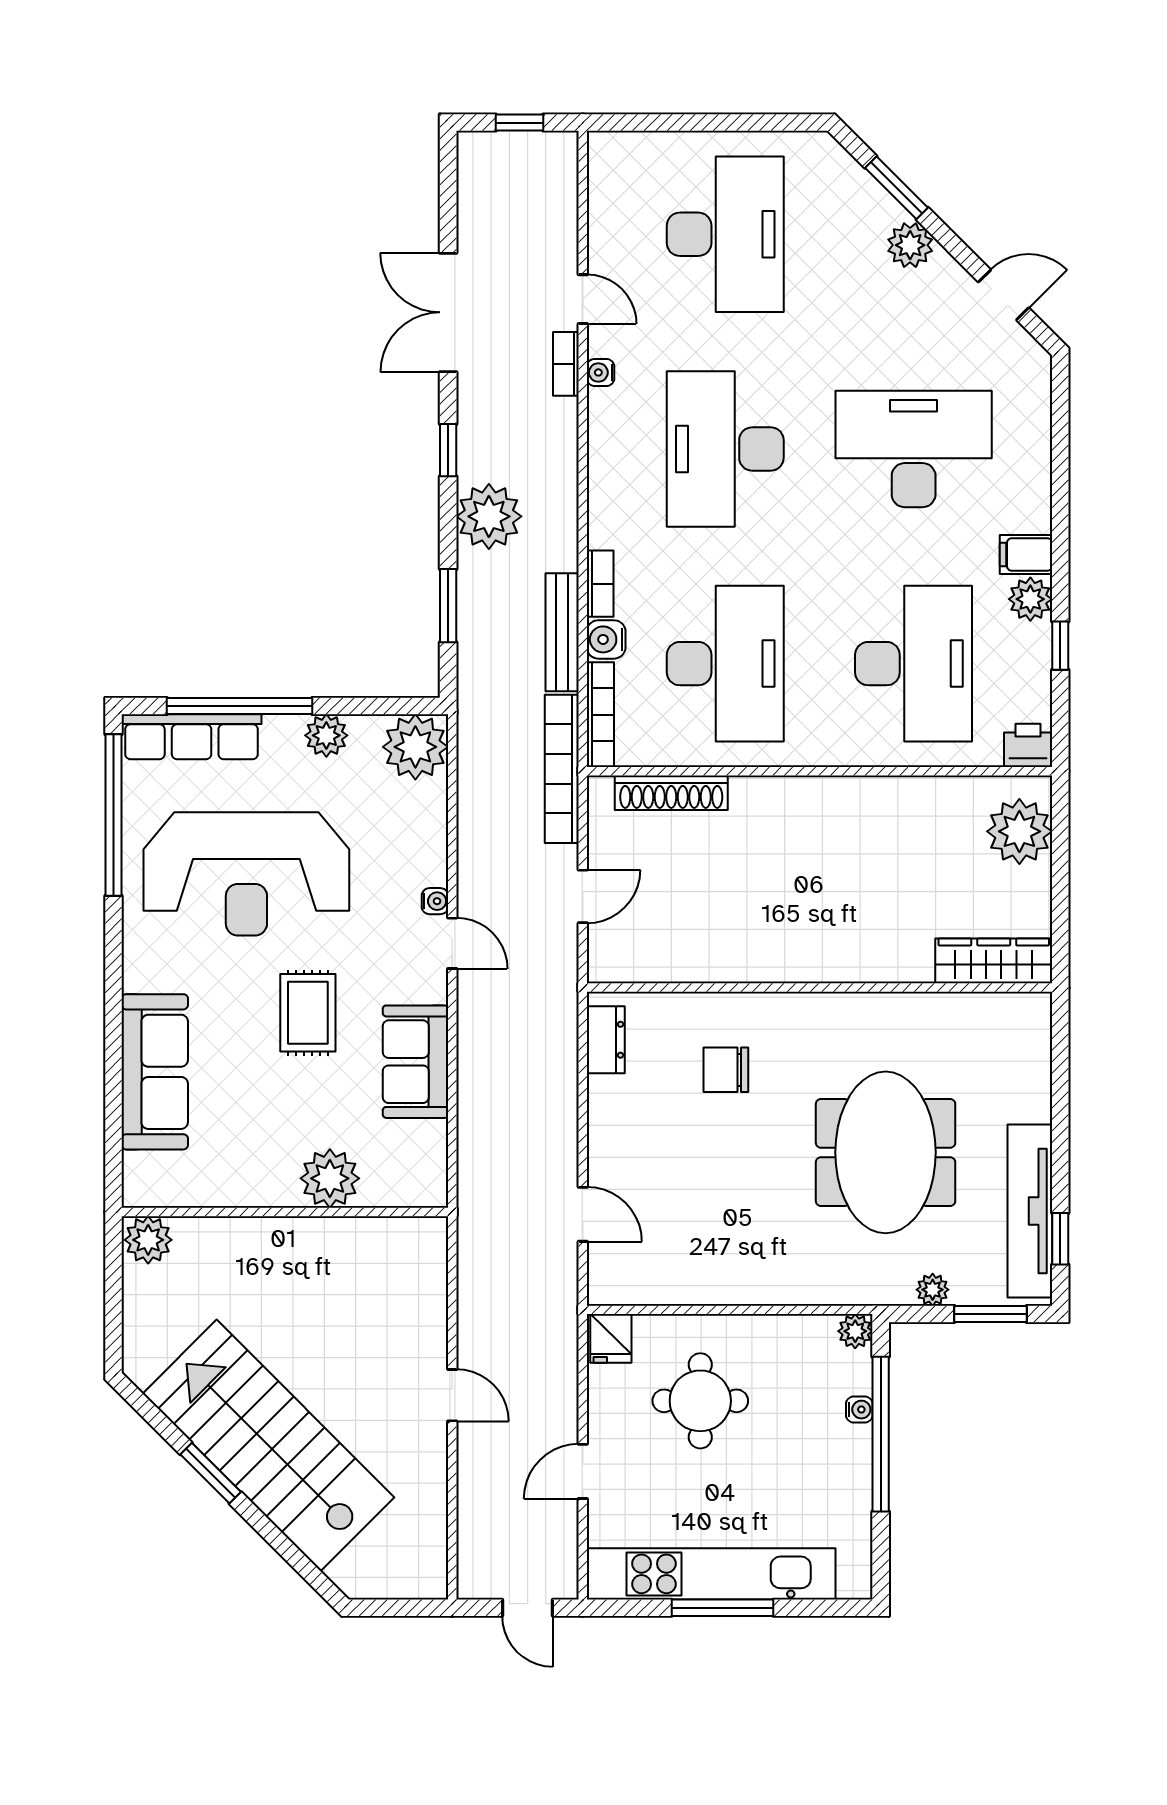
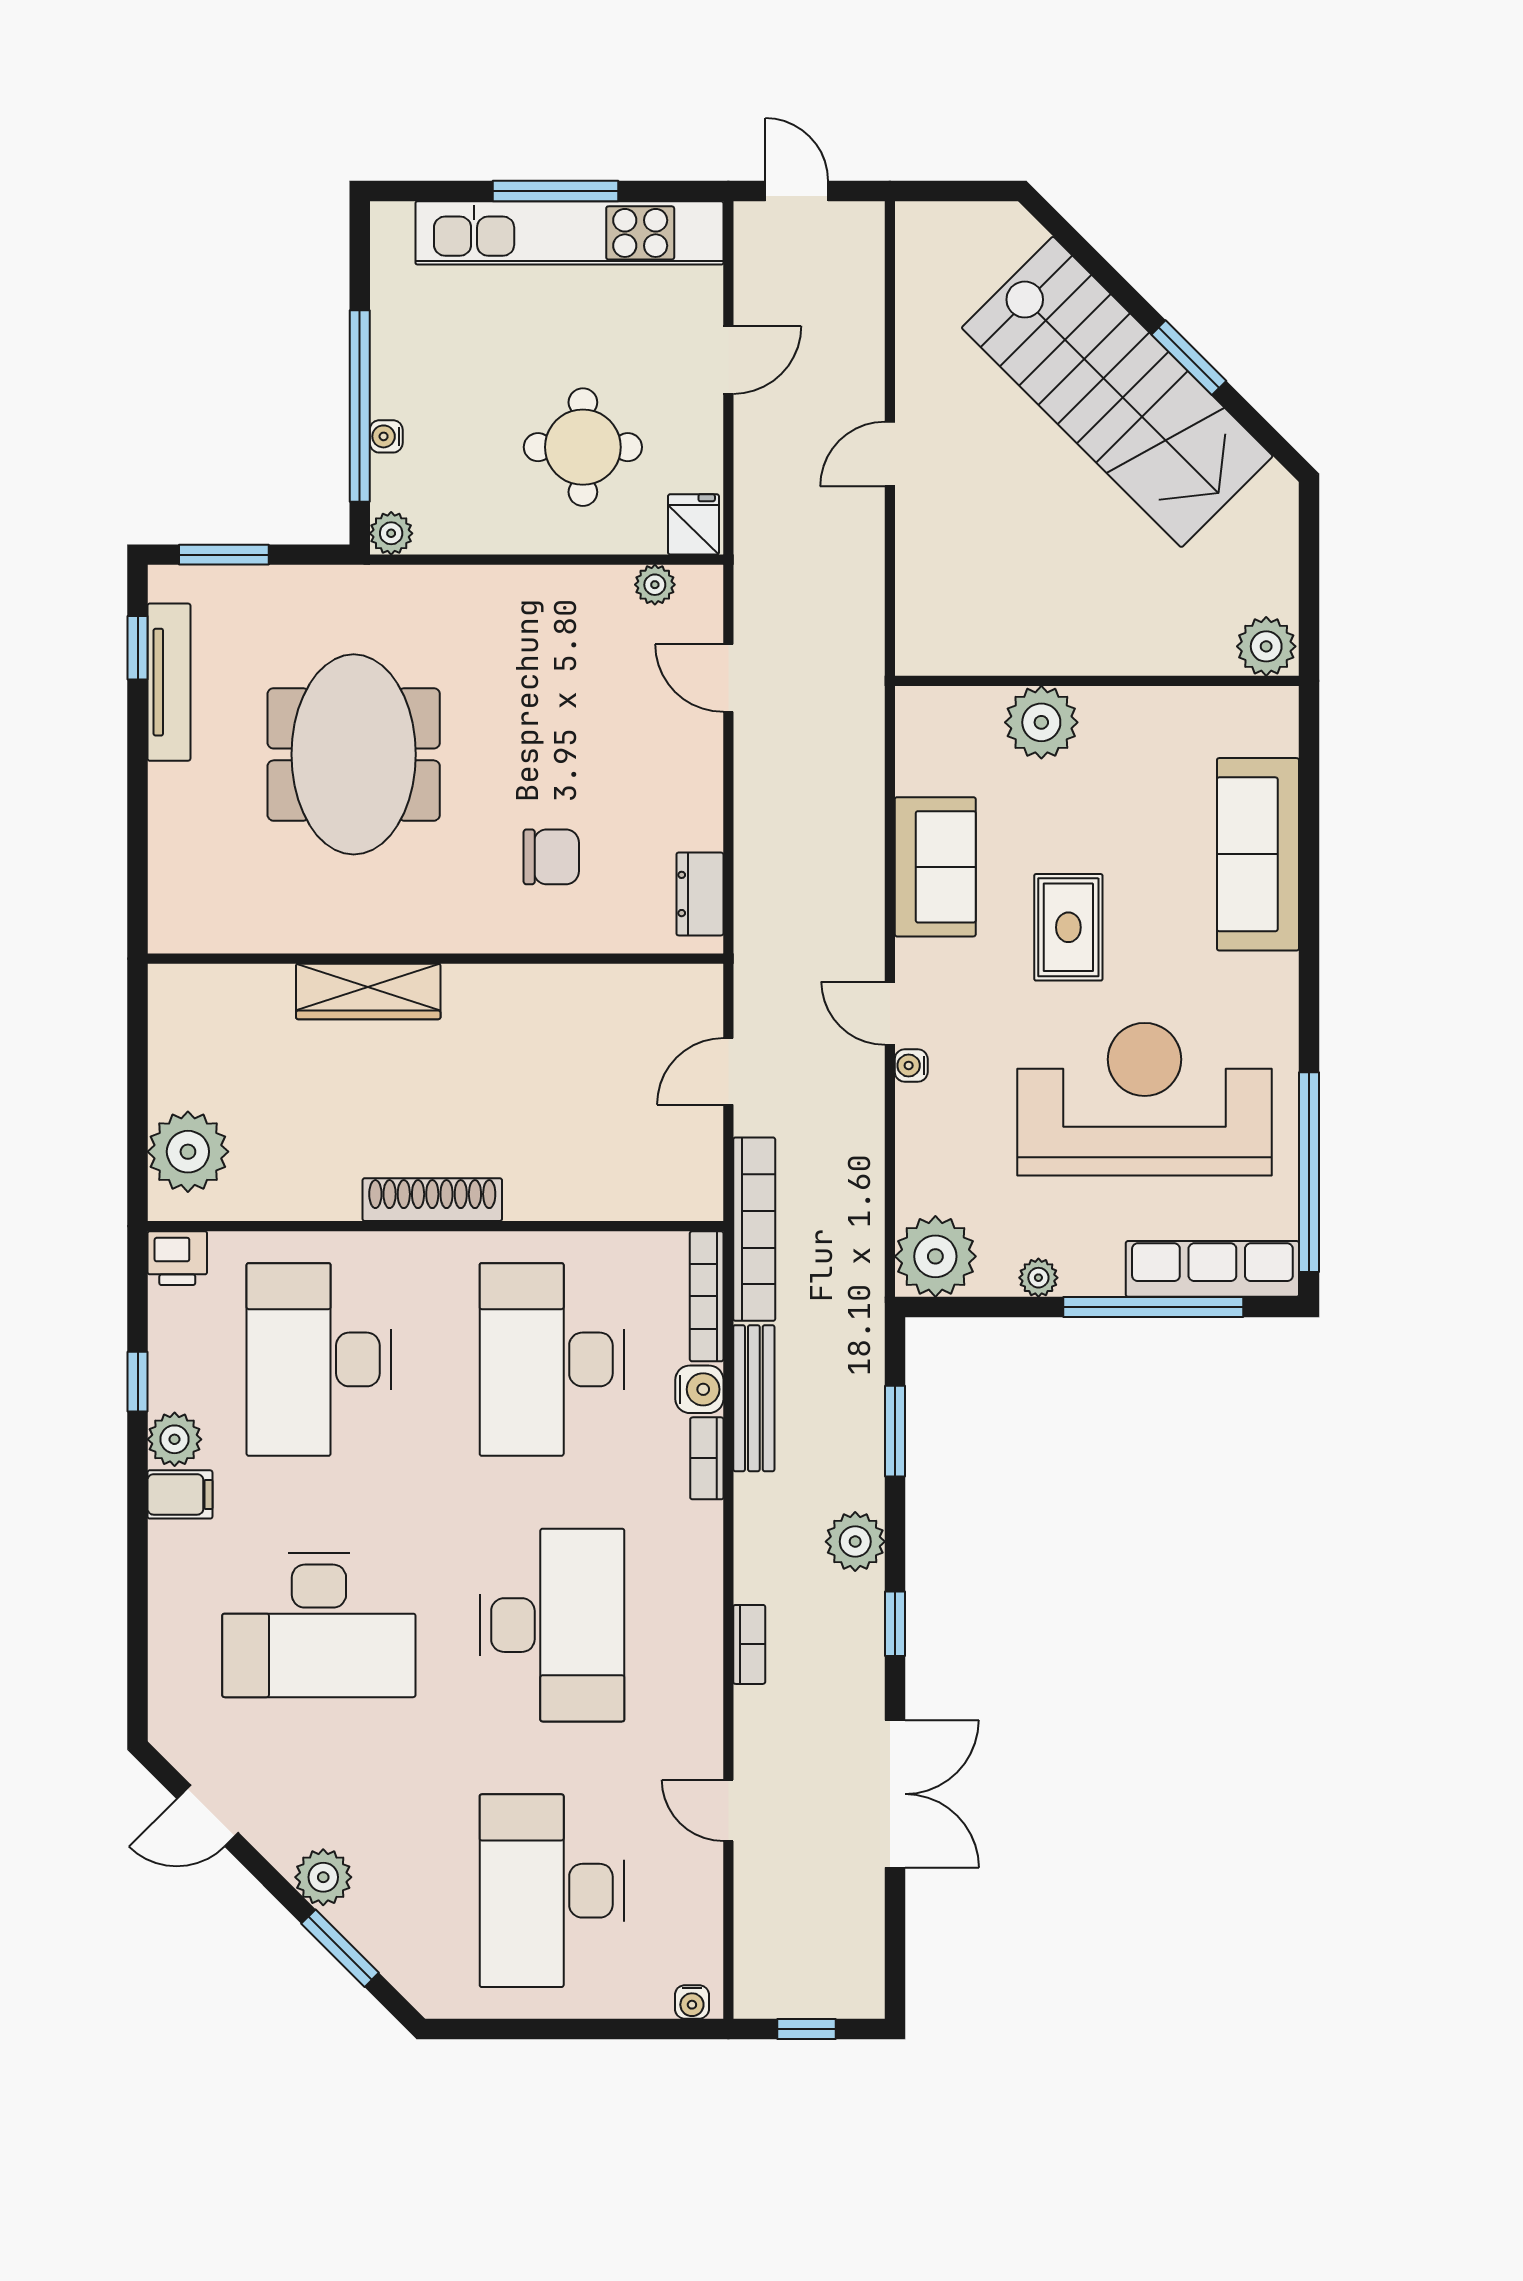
bookcase: (566, 364) -> (749, 1644), moved
water cooler: (601, 372) -> (692, 2002), moved, turned 90
plant: (489, 516) -> (855, 1542), width x0.73, depth x0.73
plant: (326, 735) -> (1038, 1278), width x0.73, depth x0.73
shoe rack: (671, 793) -> (432, 1200), moved
wardrobe: (994, 961) -> (368, 991), moved
tv unit: (1030, 1211) -> (169, 682), width x0.73, depth x0.78
plant: (933, 1290) -> (655, 585), moved
door: (452, 1395) -> (890, 454), hinge flipped

